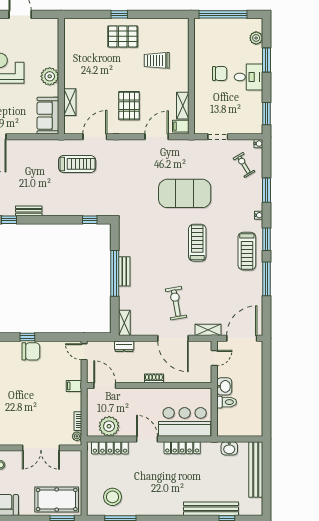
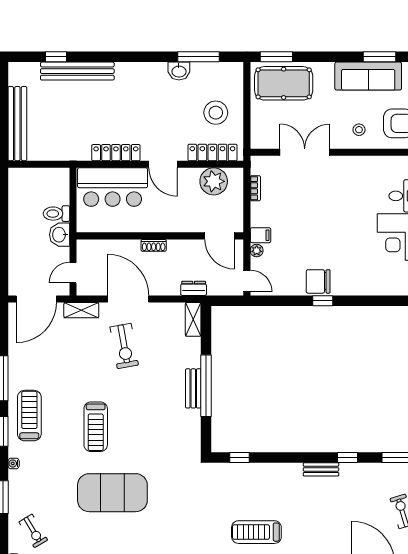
plant: (77, 436) -> (257, 251), moved
washbasin: (229, 448) -> (179, 71), moved, turned 180
stool: (112, 497) -> (216, 113), moved

